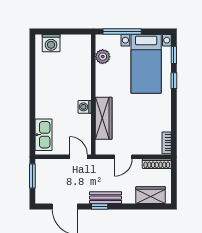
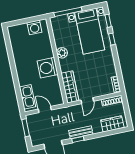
washing machine: (51, 43) -> (34, 27), moved
plant: (103, 57) -> (62, 53), moved
washing machine: (85, 107) -> (48, 68), width x1.89, depth x1.89
wardrobe: (104, 118) -> (70, 87), moved
door: (78, 157) -> (45, 110), moved

